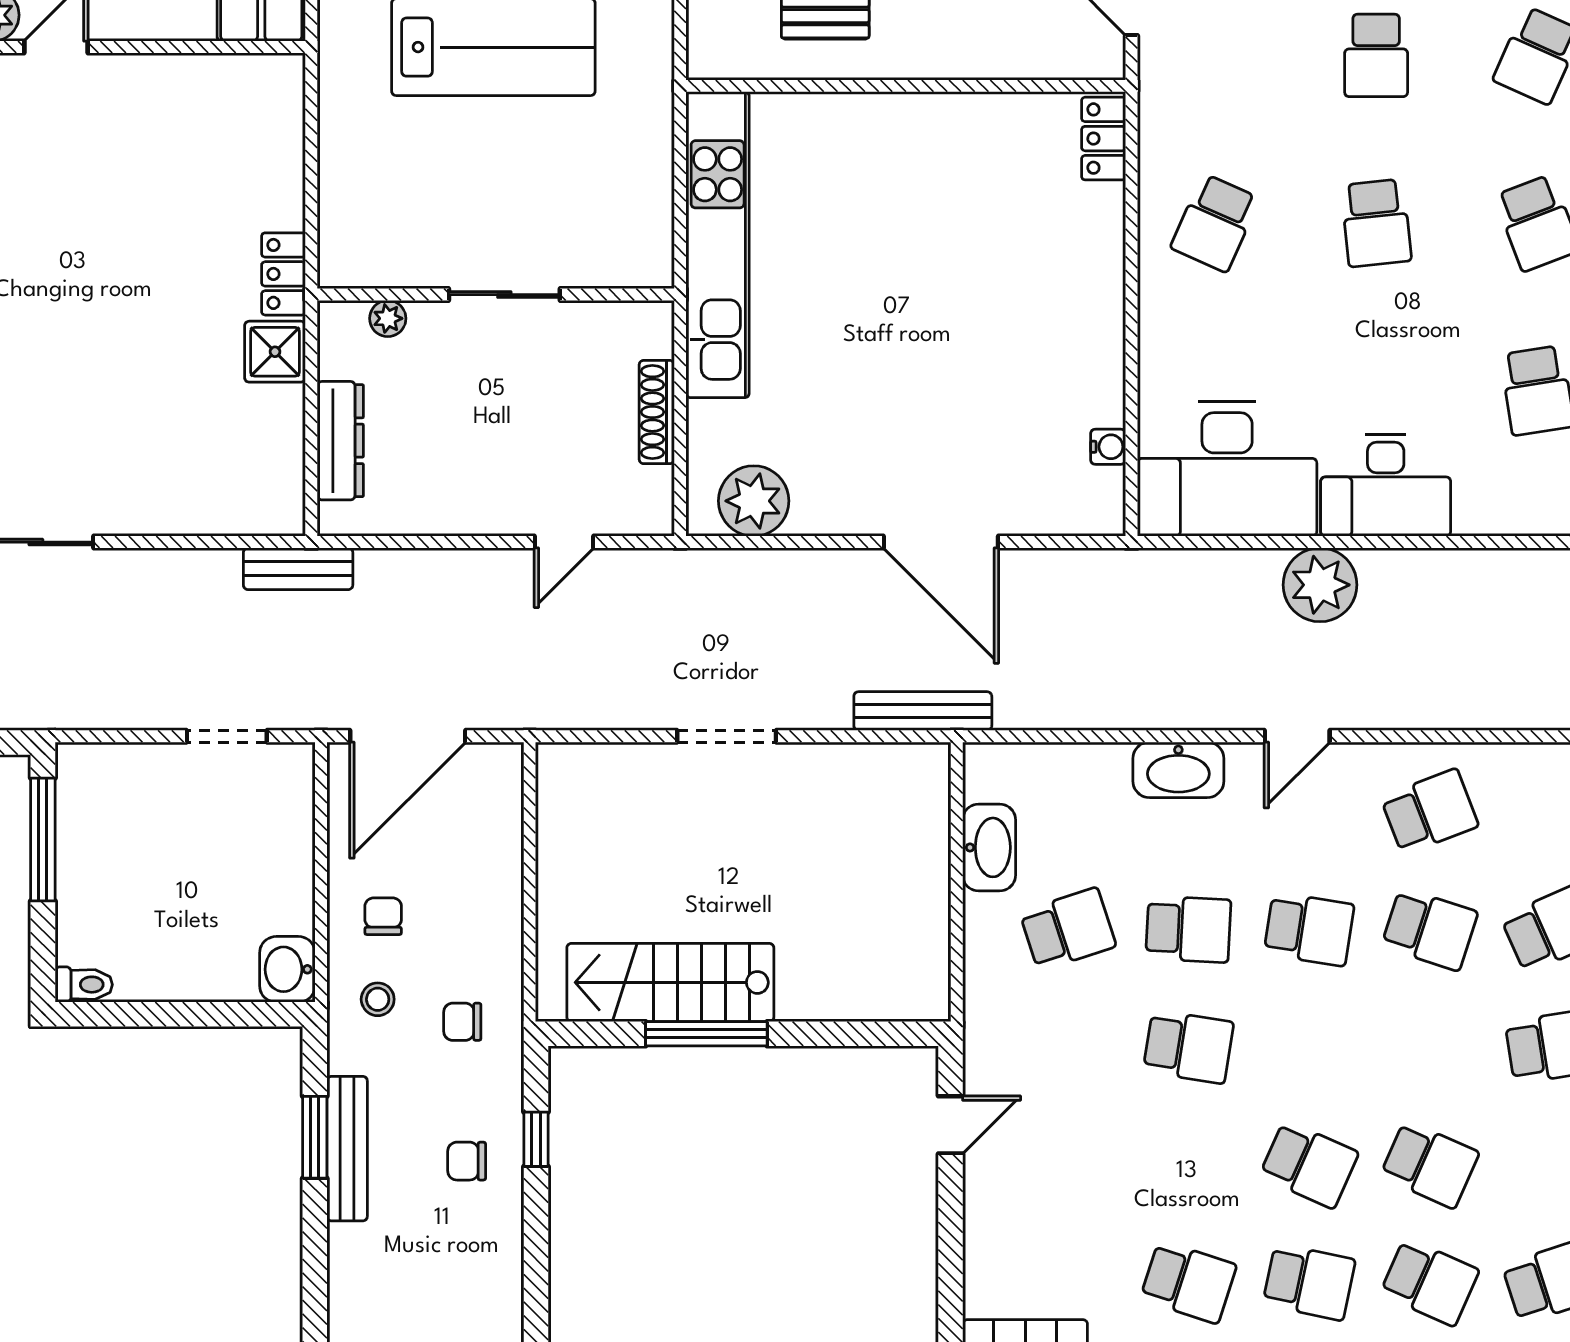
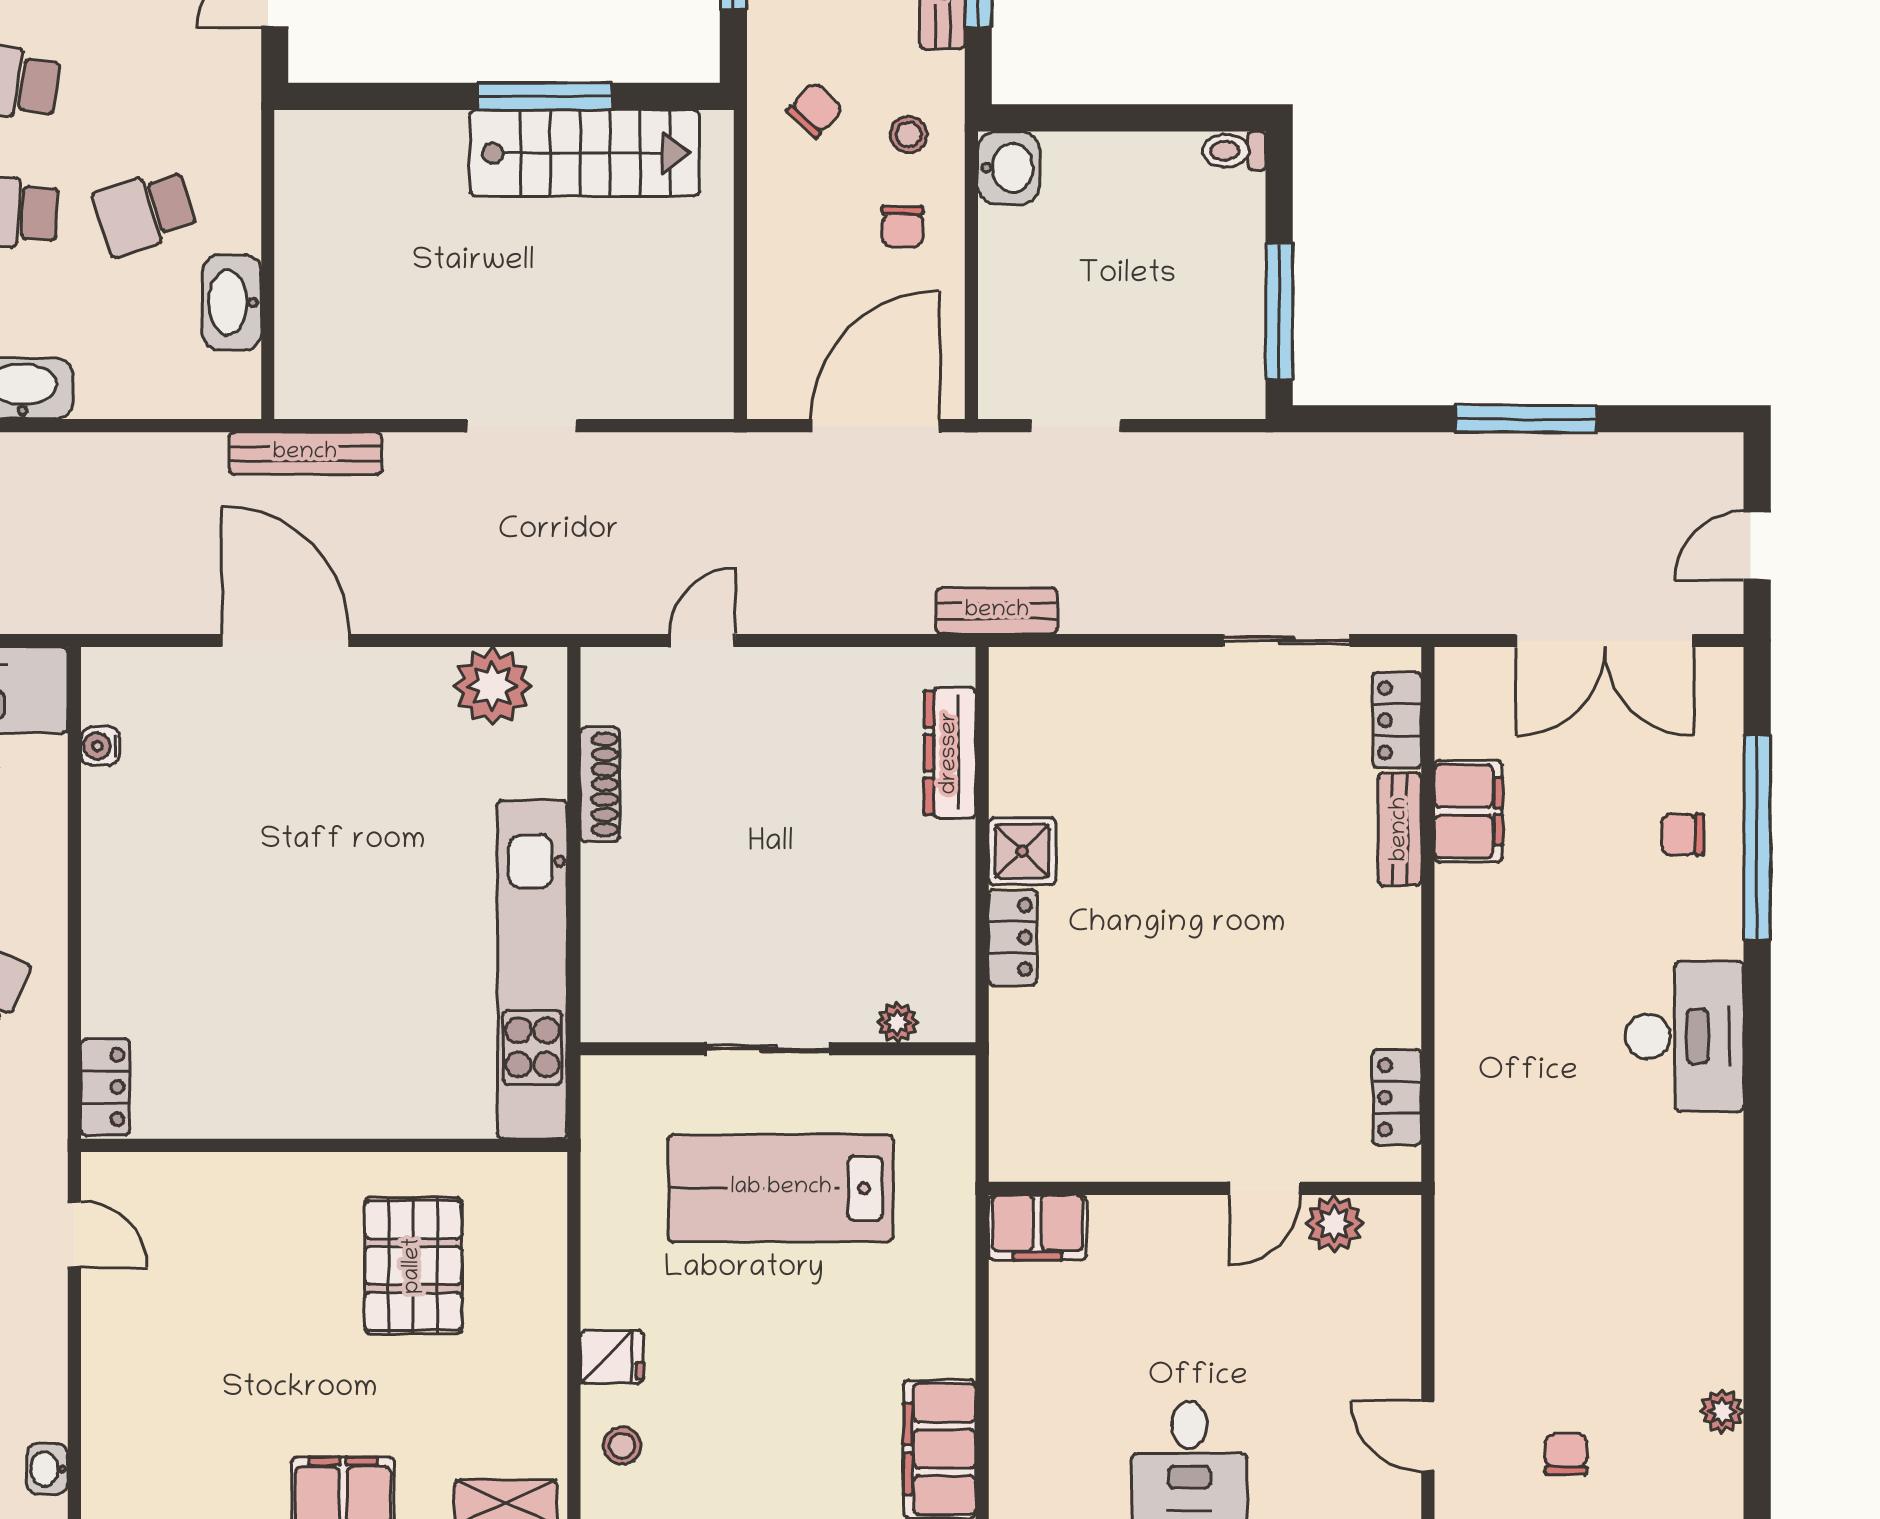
wall: (496, 295) -> (778, 1049), moved
sliding door: (504, 295) -> (768, 1049), moved
plant: (388, 318) -> (897, 1022), moved
chair: (462, 1022) -> (815, 110), turned -47

